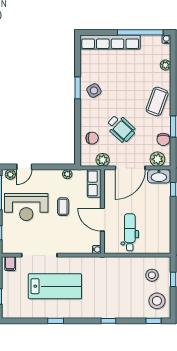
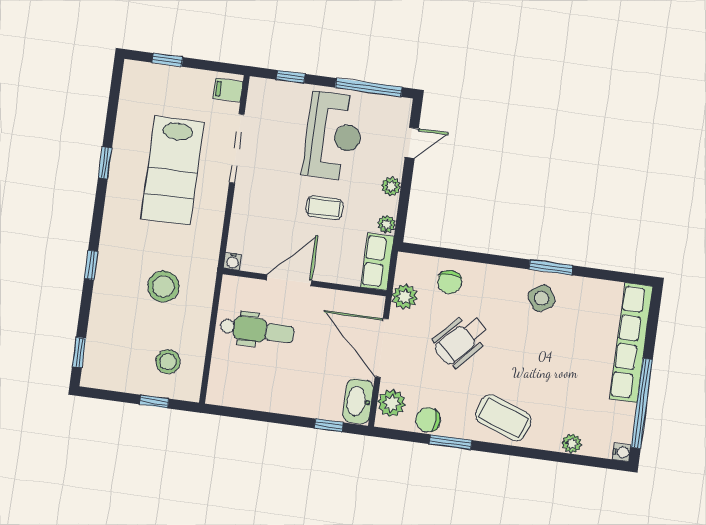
door: (24, 167) -> (412, 143), swing flipped
plant: (10, 174) -> (391, 186), moved
row of seats: (94, 183) -> (377, 262), moved, turned -90
reception desk: (26, 207) -> (334, 136), turned 180
stool: (157, 301) -> (163, 286), moved

